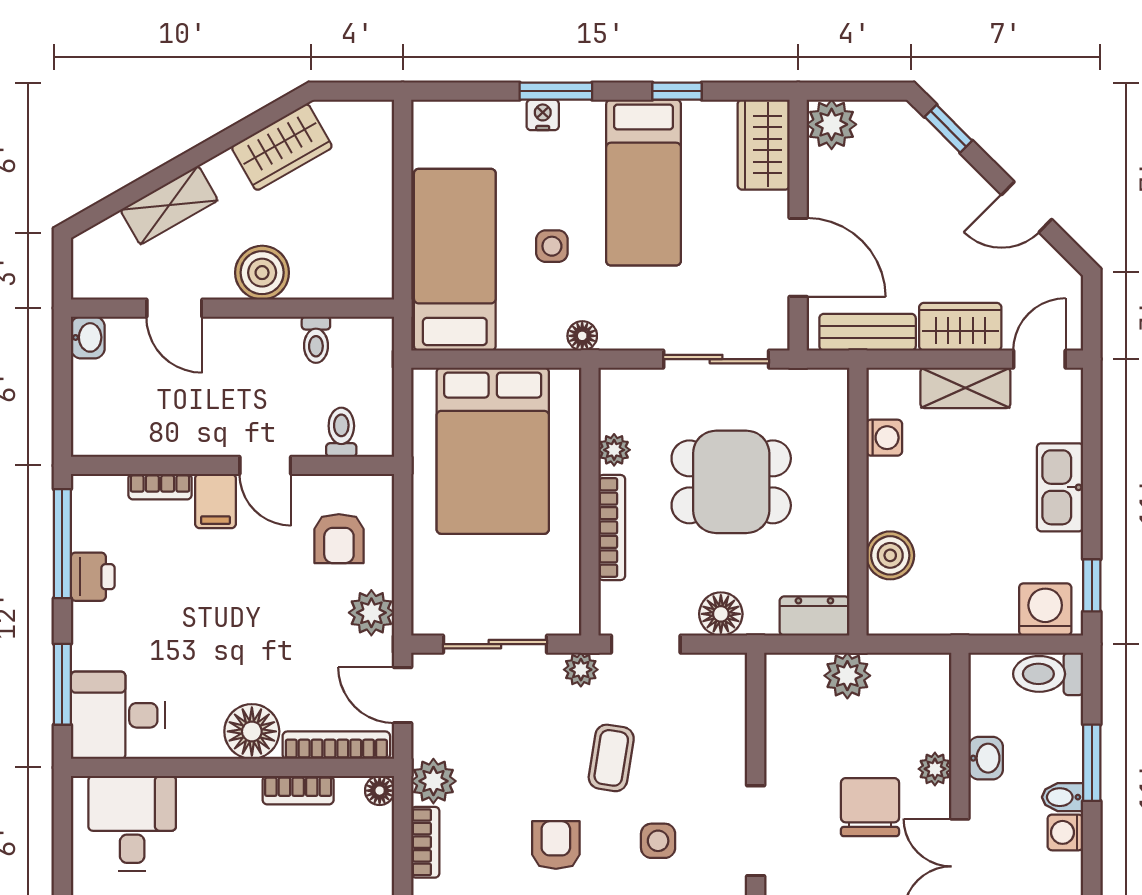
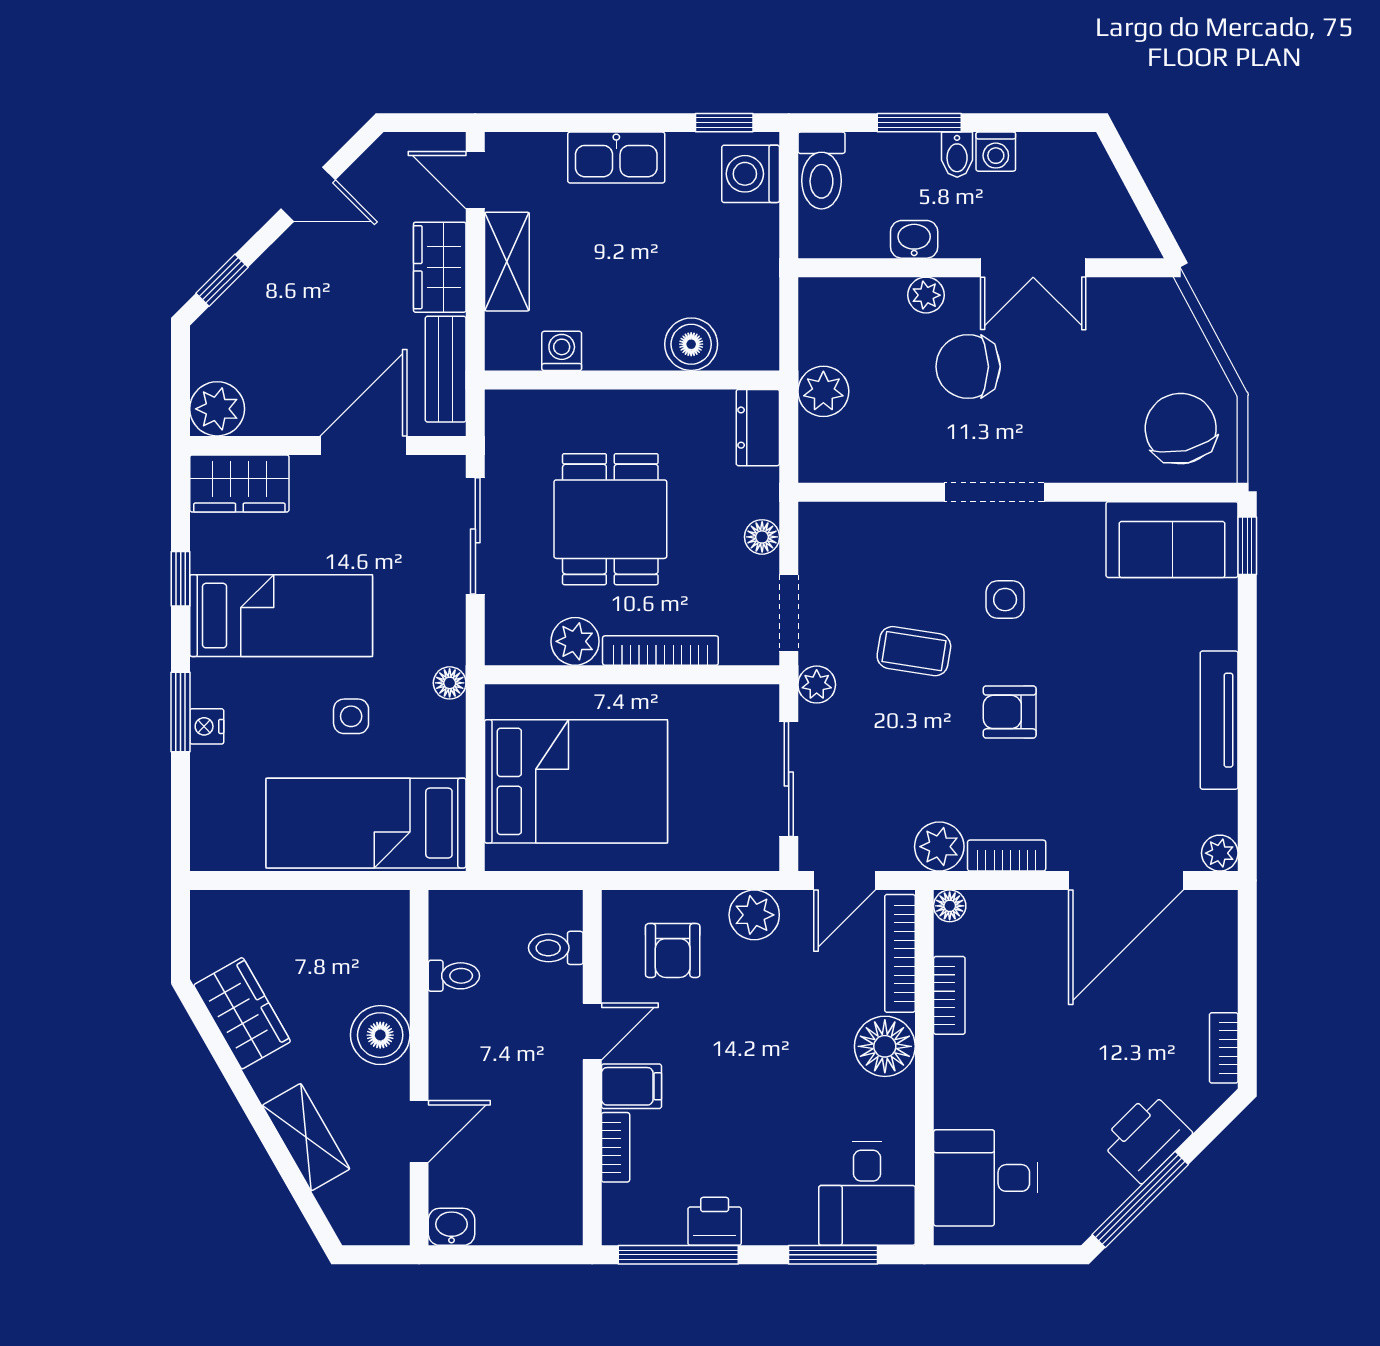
door: (1027, 207) -> (308, 194), hinge flipped
plant: (614, 450) -> (575, 641), width x1.38, depth x1.38
armchair: (339, 539) -> (673, 950), turned 90
floor lamp: (721, 614) -> (762, 537), width x0.73, depth x0.73

